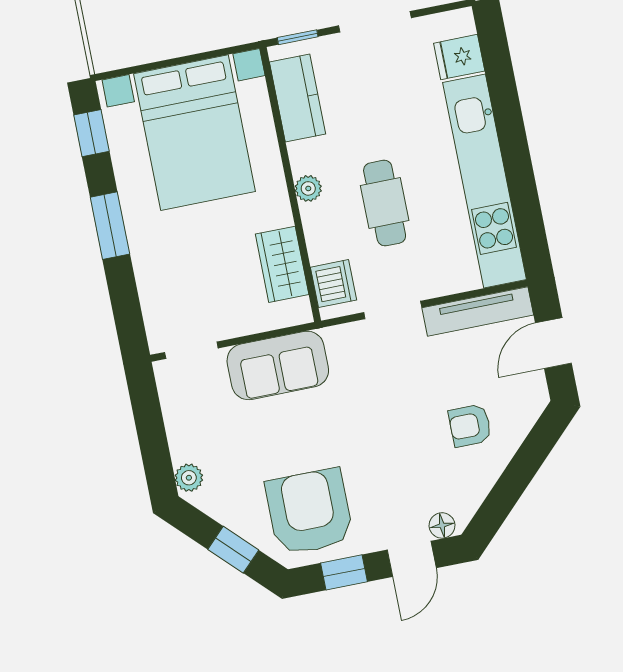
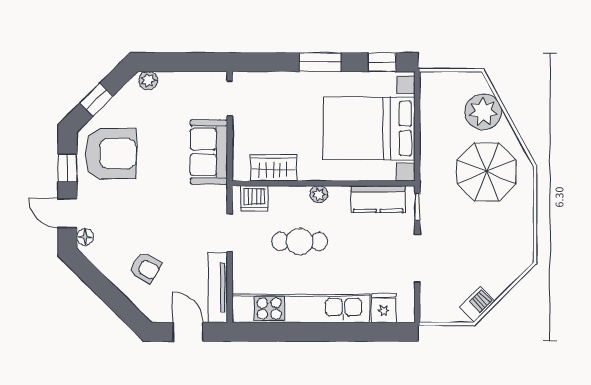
armchair: (470, 425) -> (146, 268), turned 121

